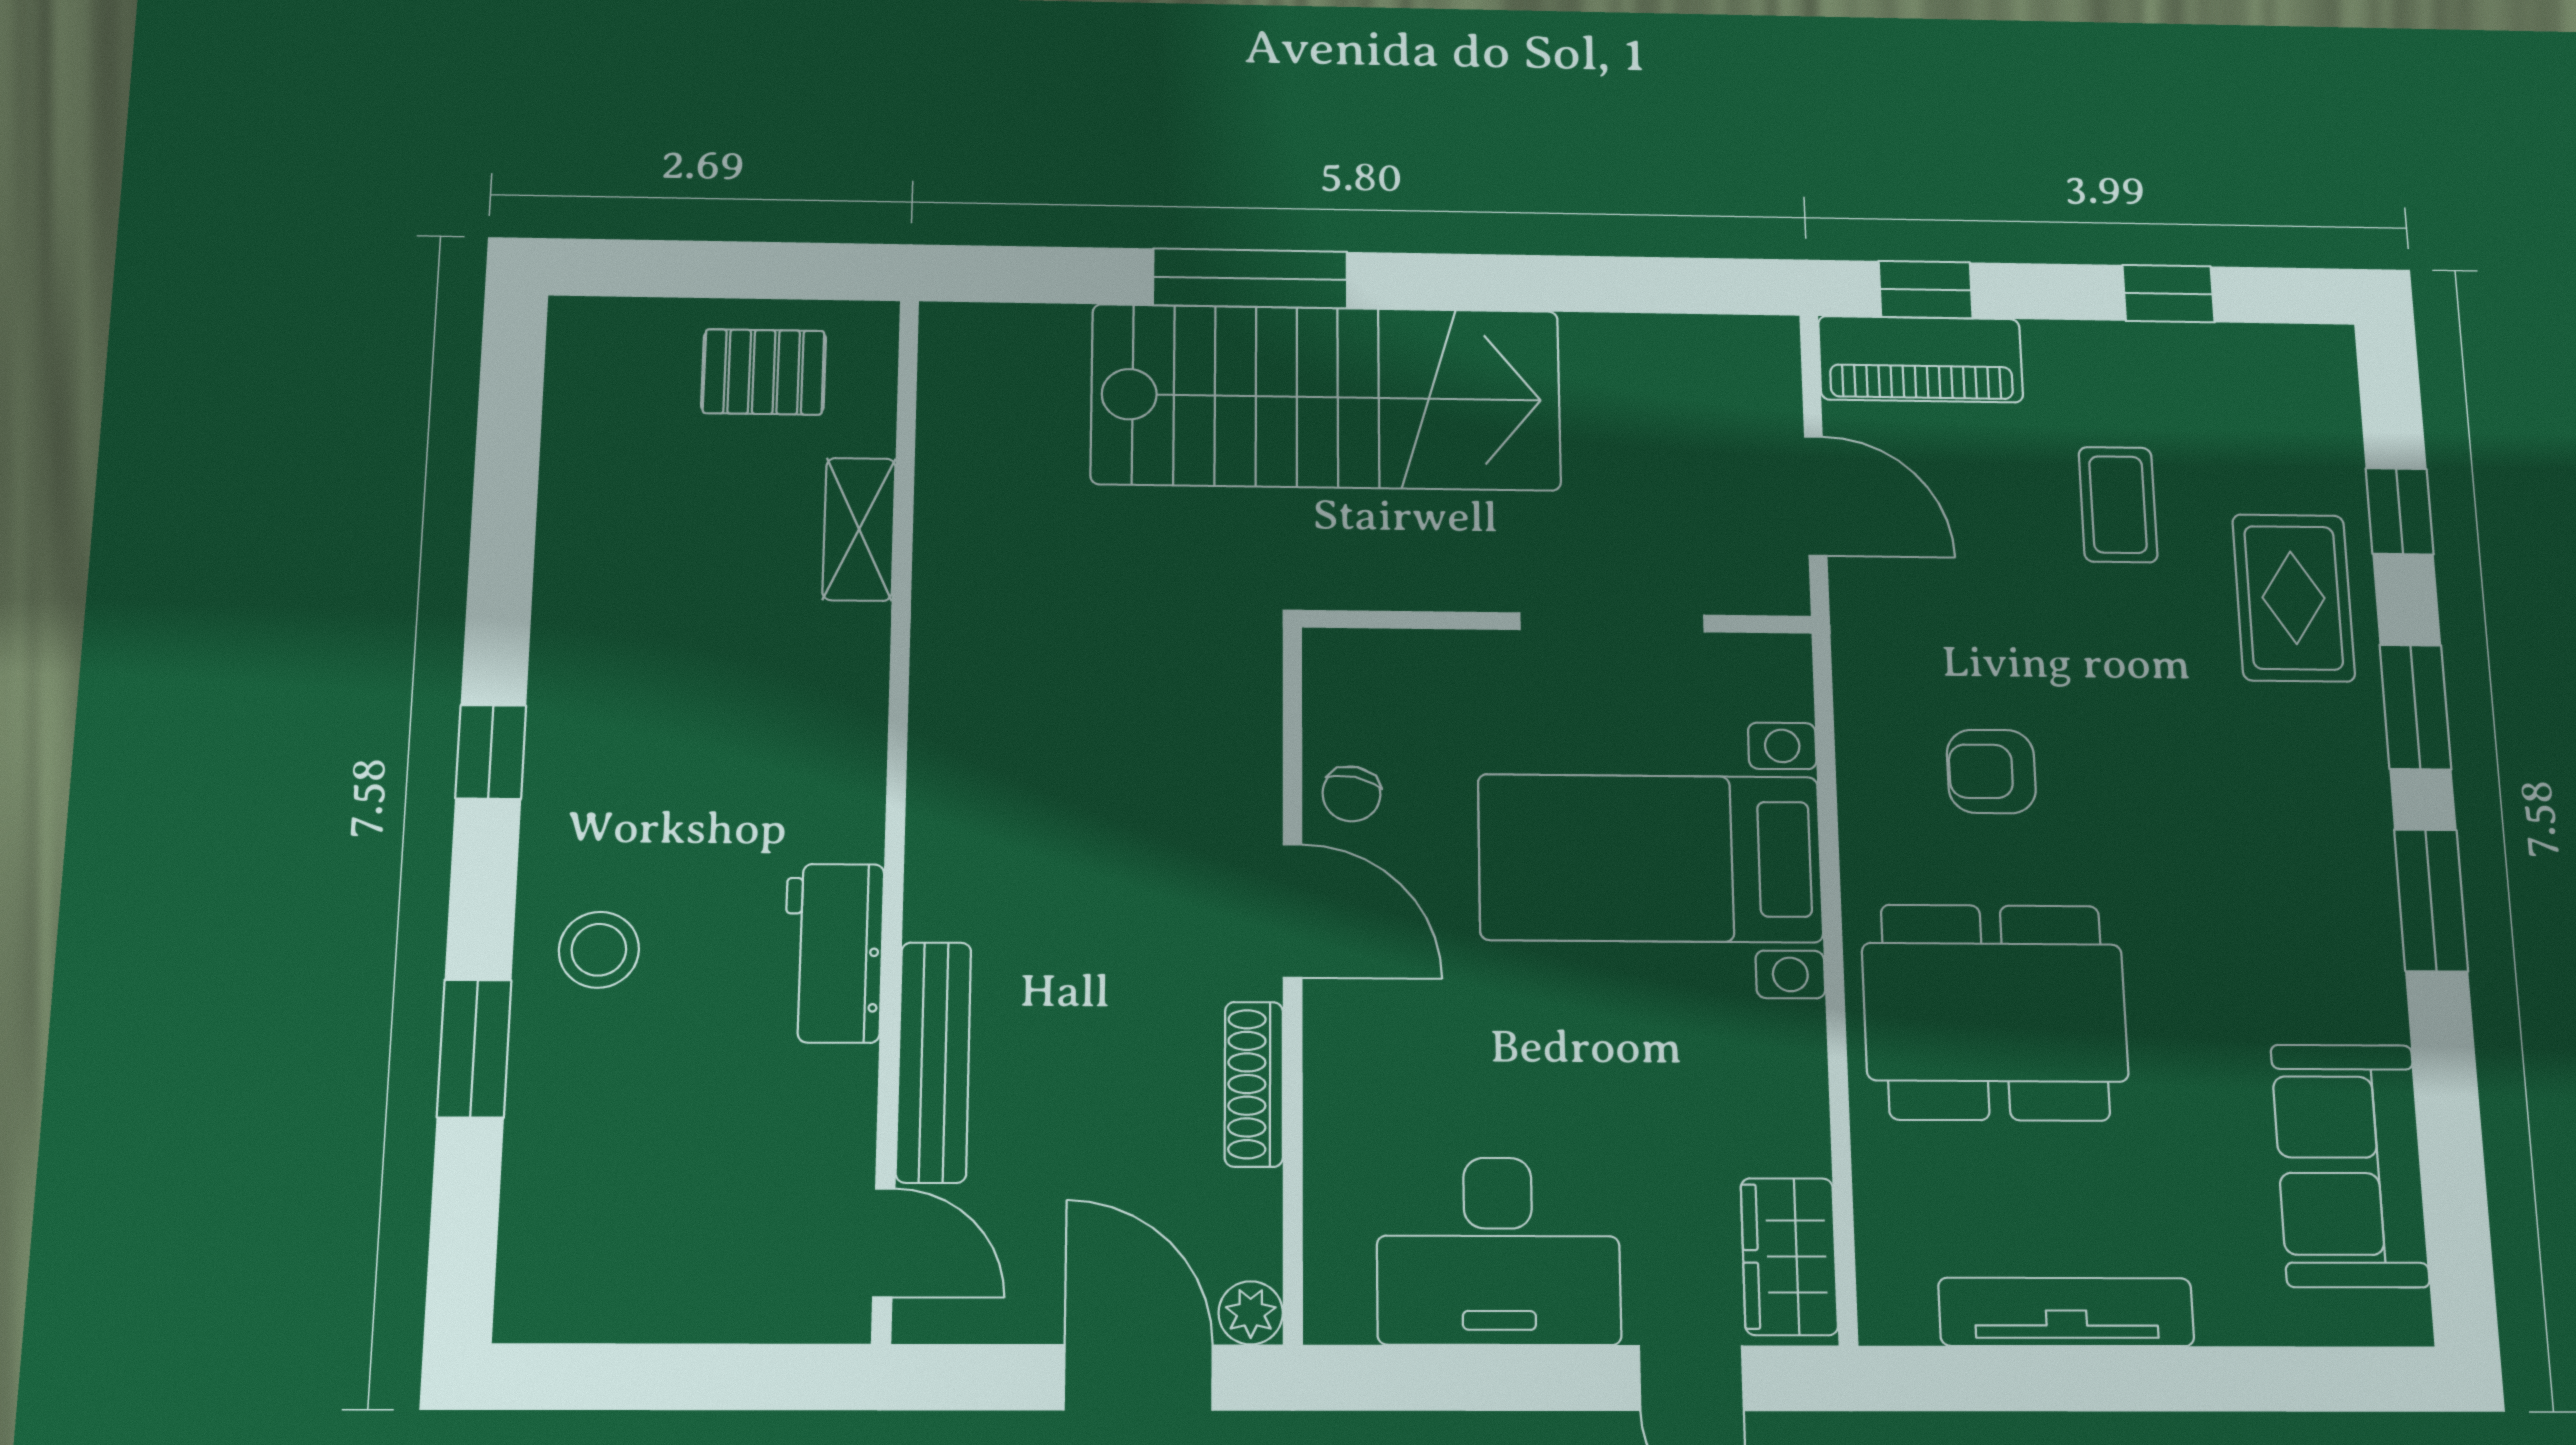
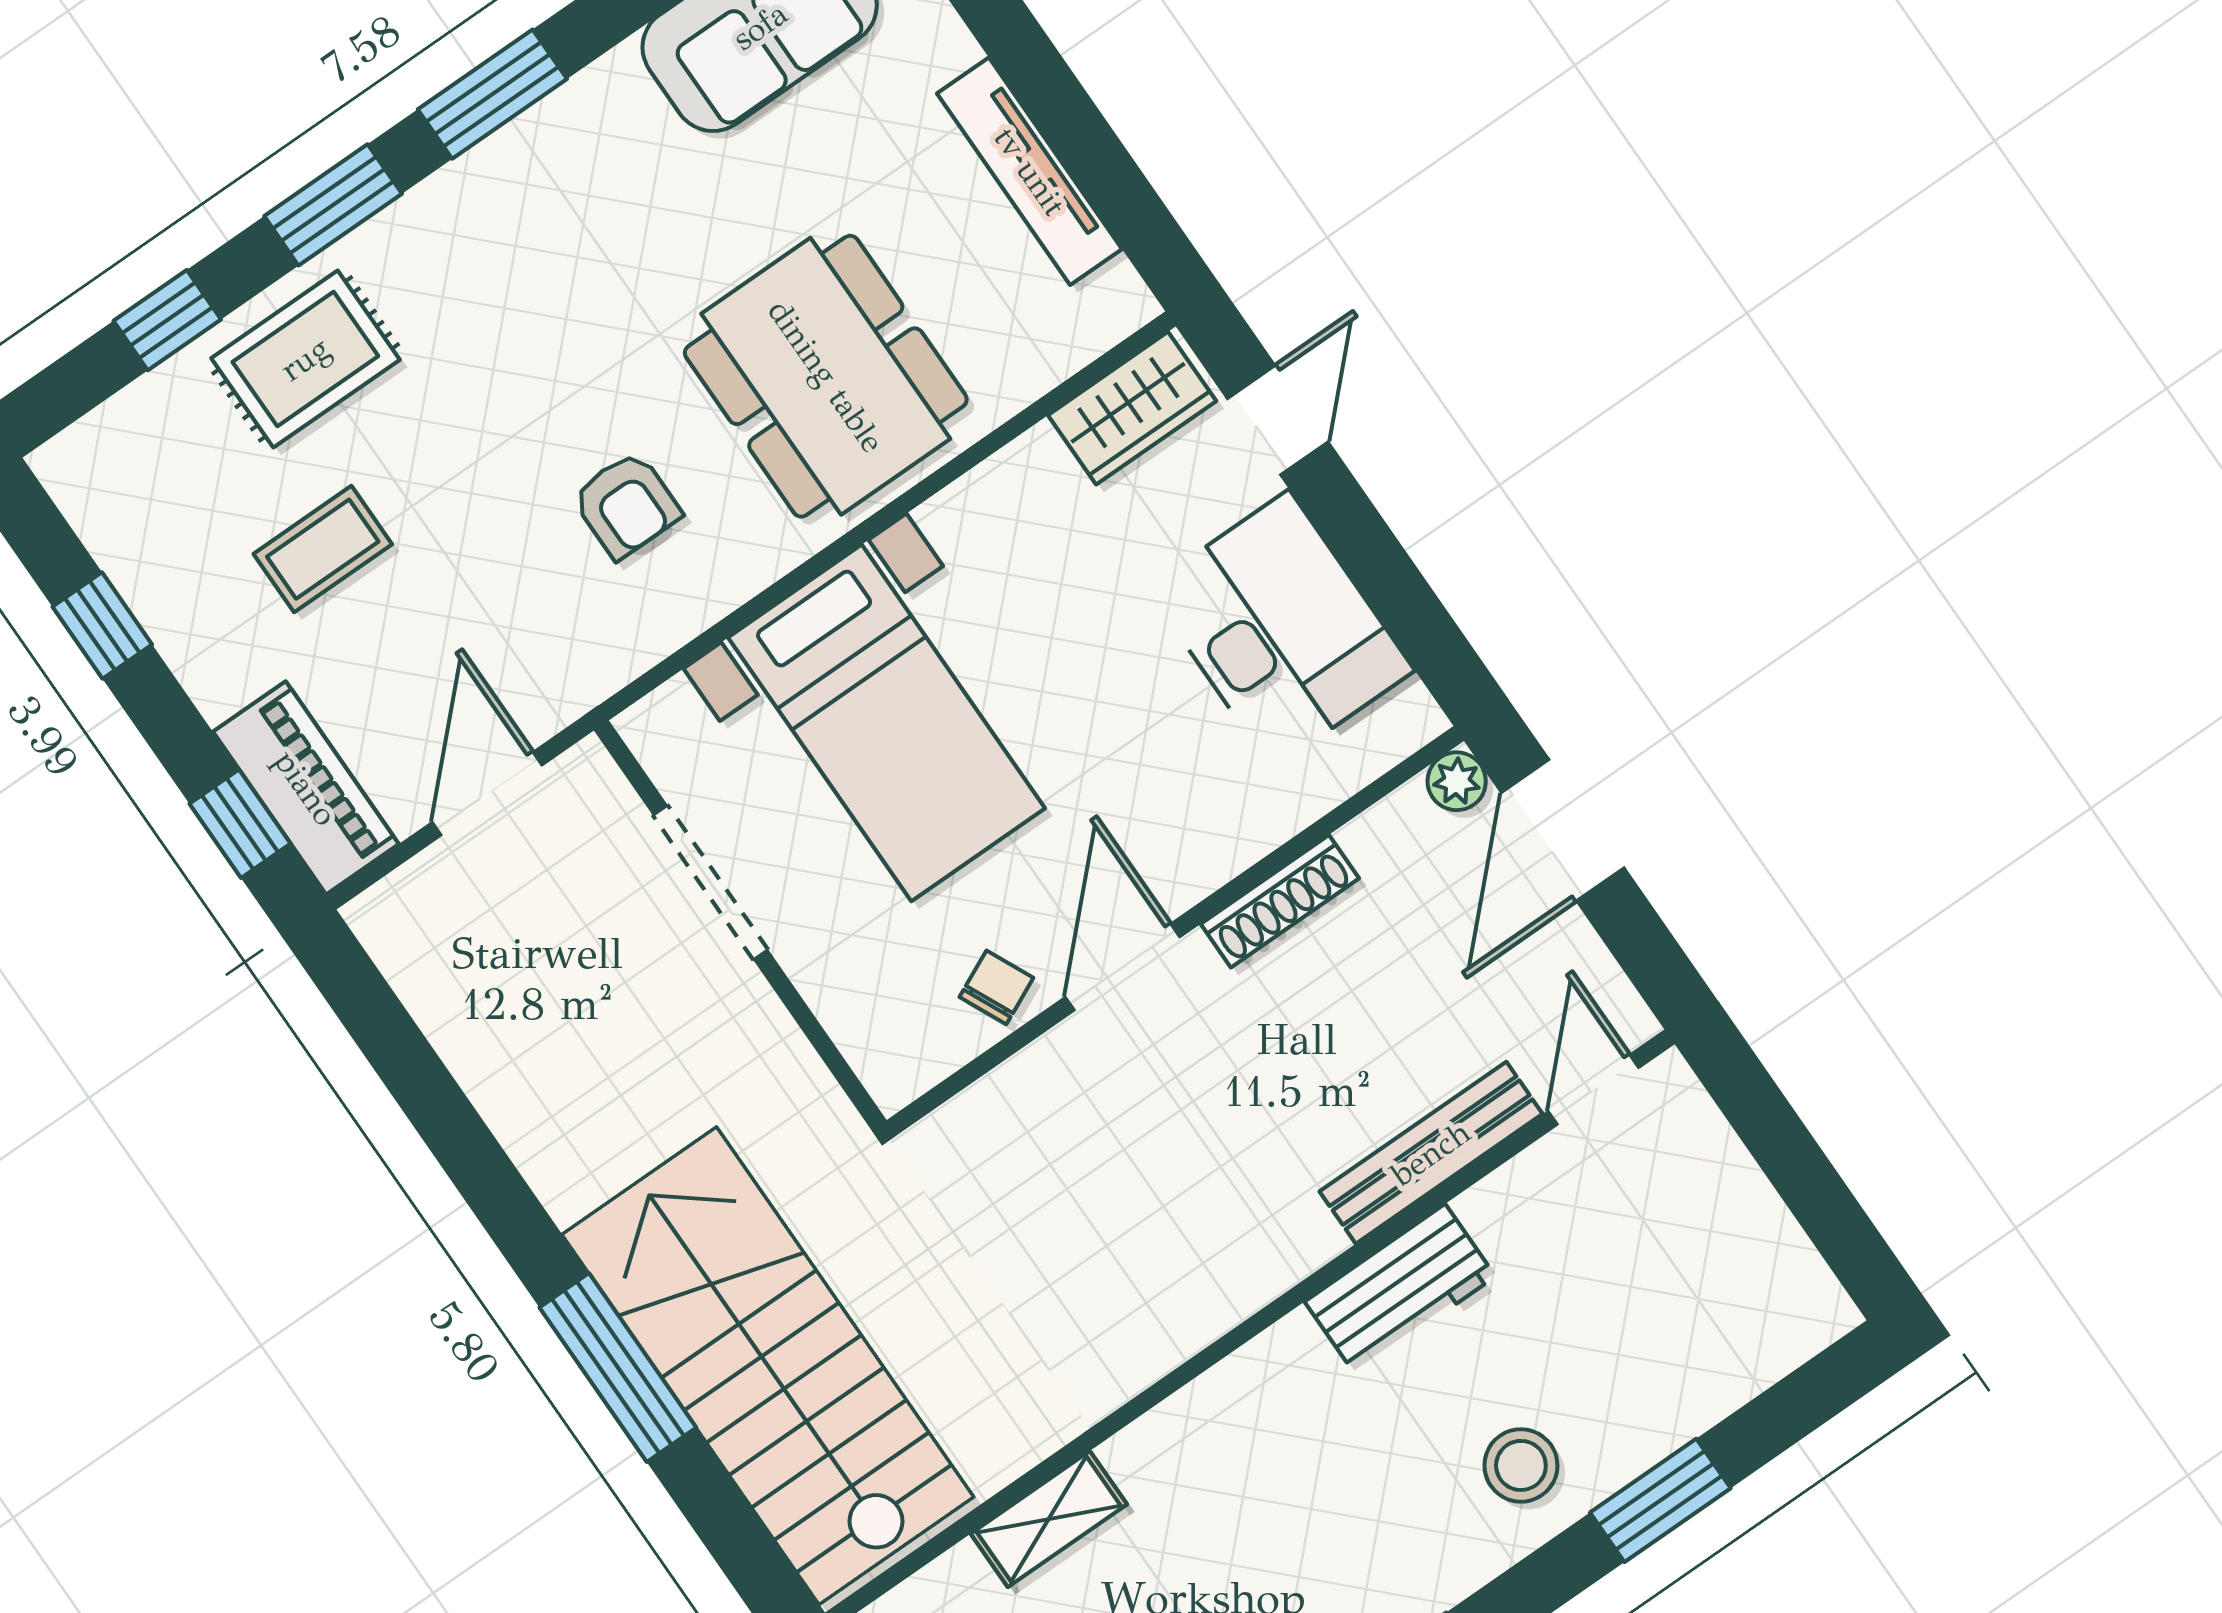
stairs: (1326, 397) -> (768, 1366), moved
chair: (1351, 794) -> (996, 987), turned -37

